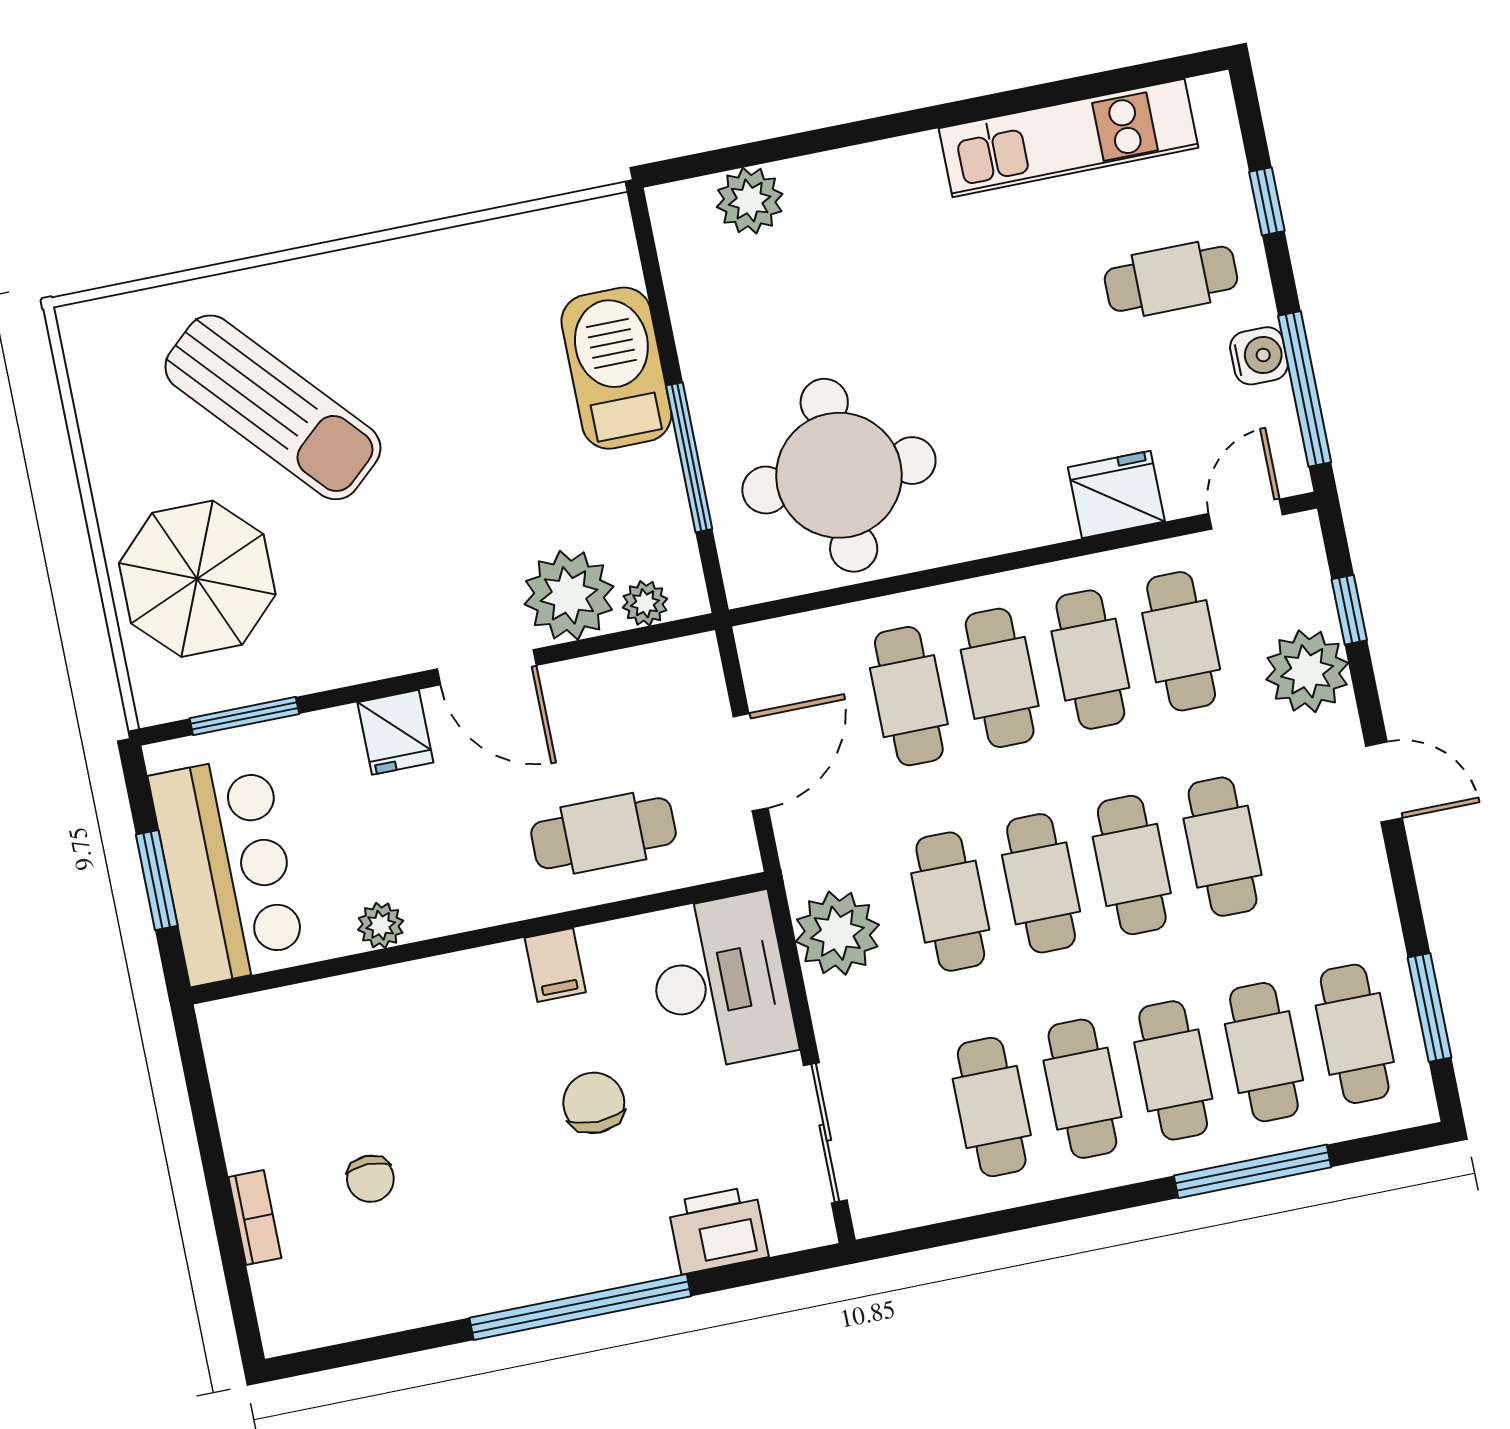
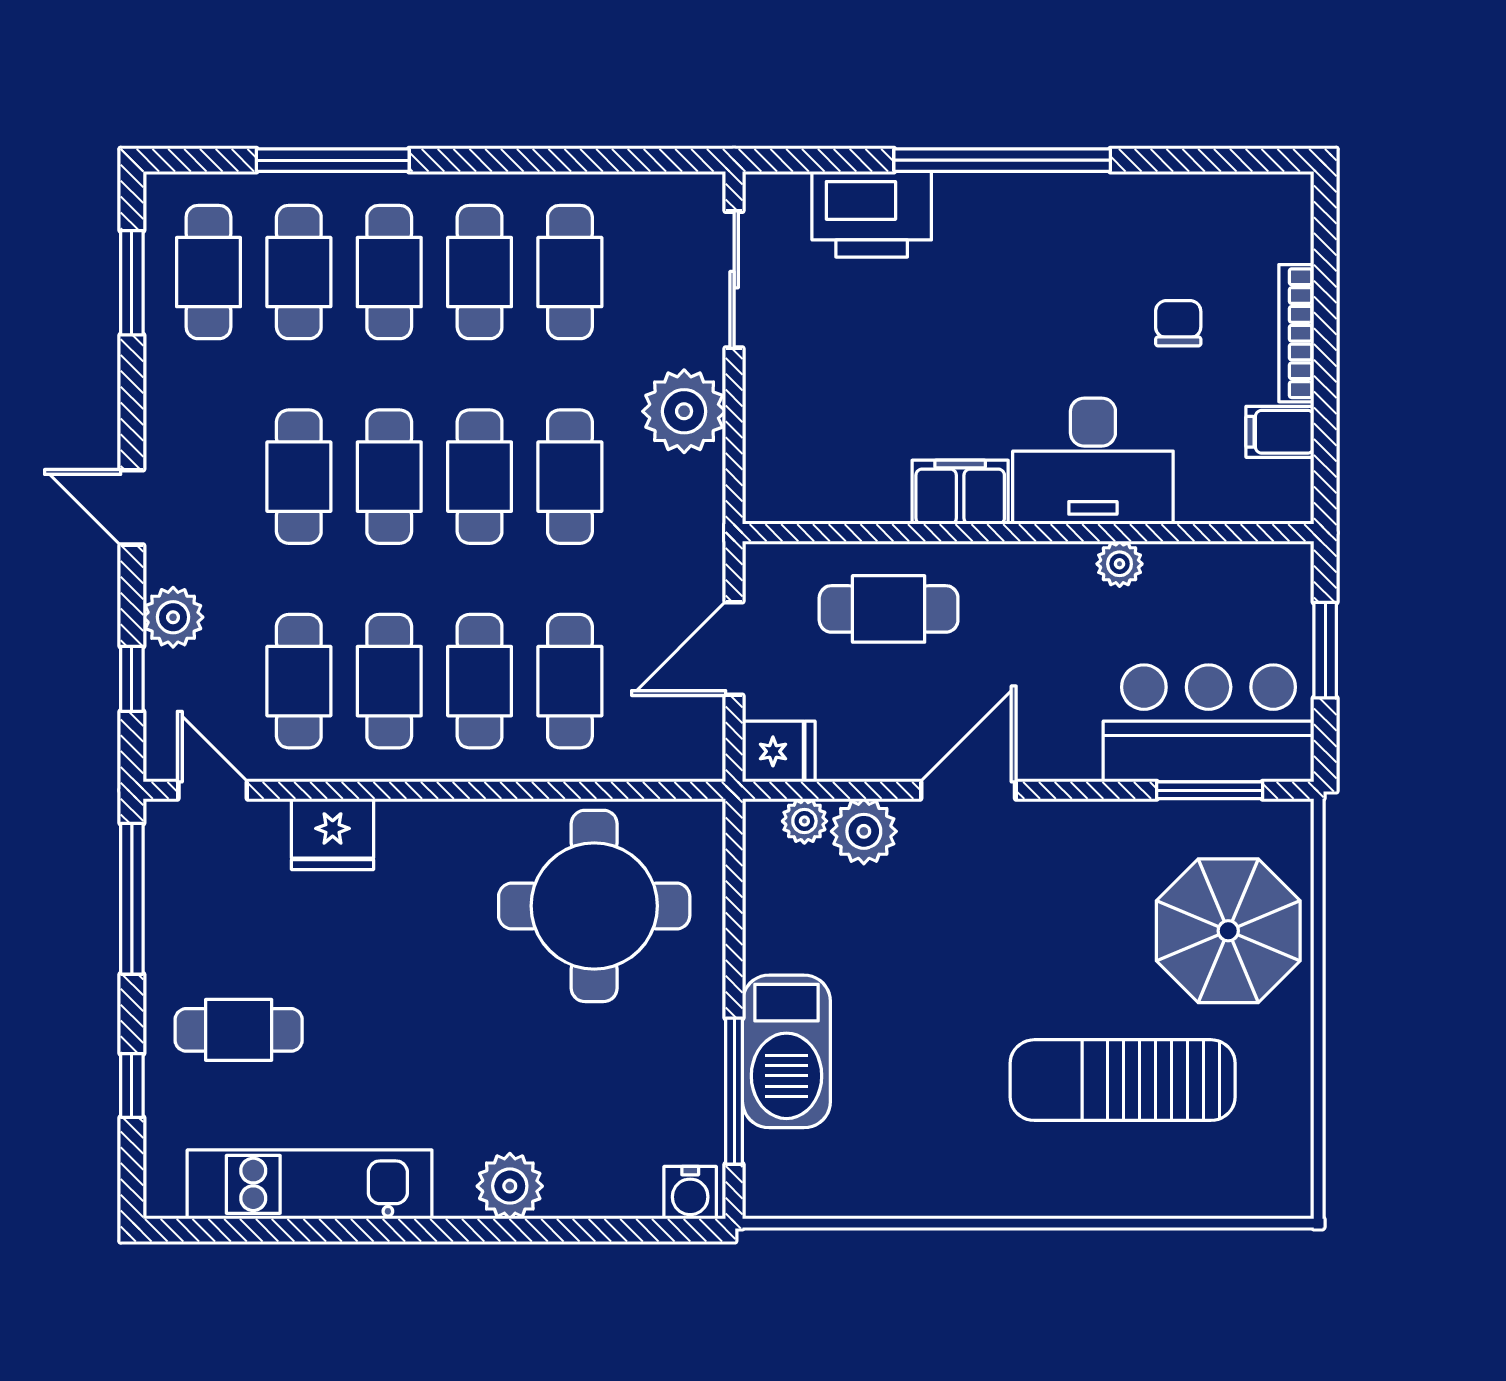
plant: (750, 201) -> (510, 1186), moved
water cooler: (1259, 356) -> (690, 1193), moved, turned -90
sun lounger: (273, 407) -> (1123, 1080), turned -48
window: (689, 457) -> (734, 1091), moved
door: (1246, 514) -> (213, 790), swing flipped
plant: (569, 595) -> (864, 831), width x0.73, depth x0.73
door: (487, 667) -> (968, 790), hinge flipped
plant: (1307, 671) -> (173, 617), width x0.73, depth x0.73
fridge: (395, 732) -> (779, 751), moved, turned 90
bar counter: (228, 870) -> (1209, 723), moved, turned 90
plant: (837, 933) -> (684, 411), moved
filing cabinet: (555, 965) -> (960, 492), width x2.00
desk: (720, 982) -> (1093, 461), moved, turned -90
filing cabinet: (246, 1090) -> (1280, 432), added
chair: (594, 1103) -> (950, 353), removed
bookcase: (255, 1218) -> (1296, 333), width x1.56
printer: (718, 1230) -> (872, 214), width x1.37, depth x1.19

